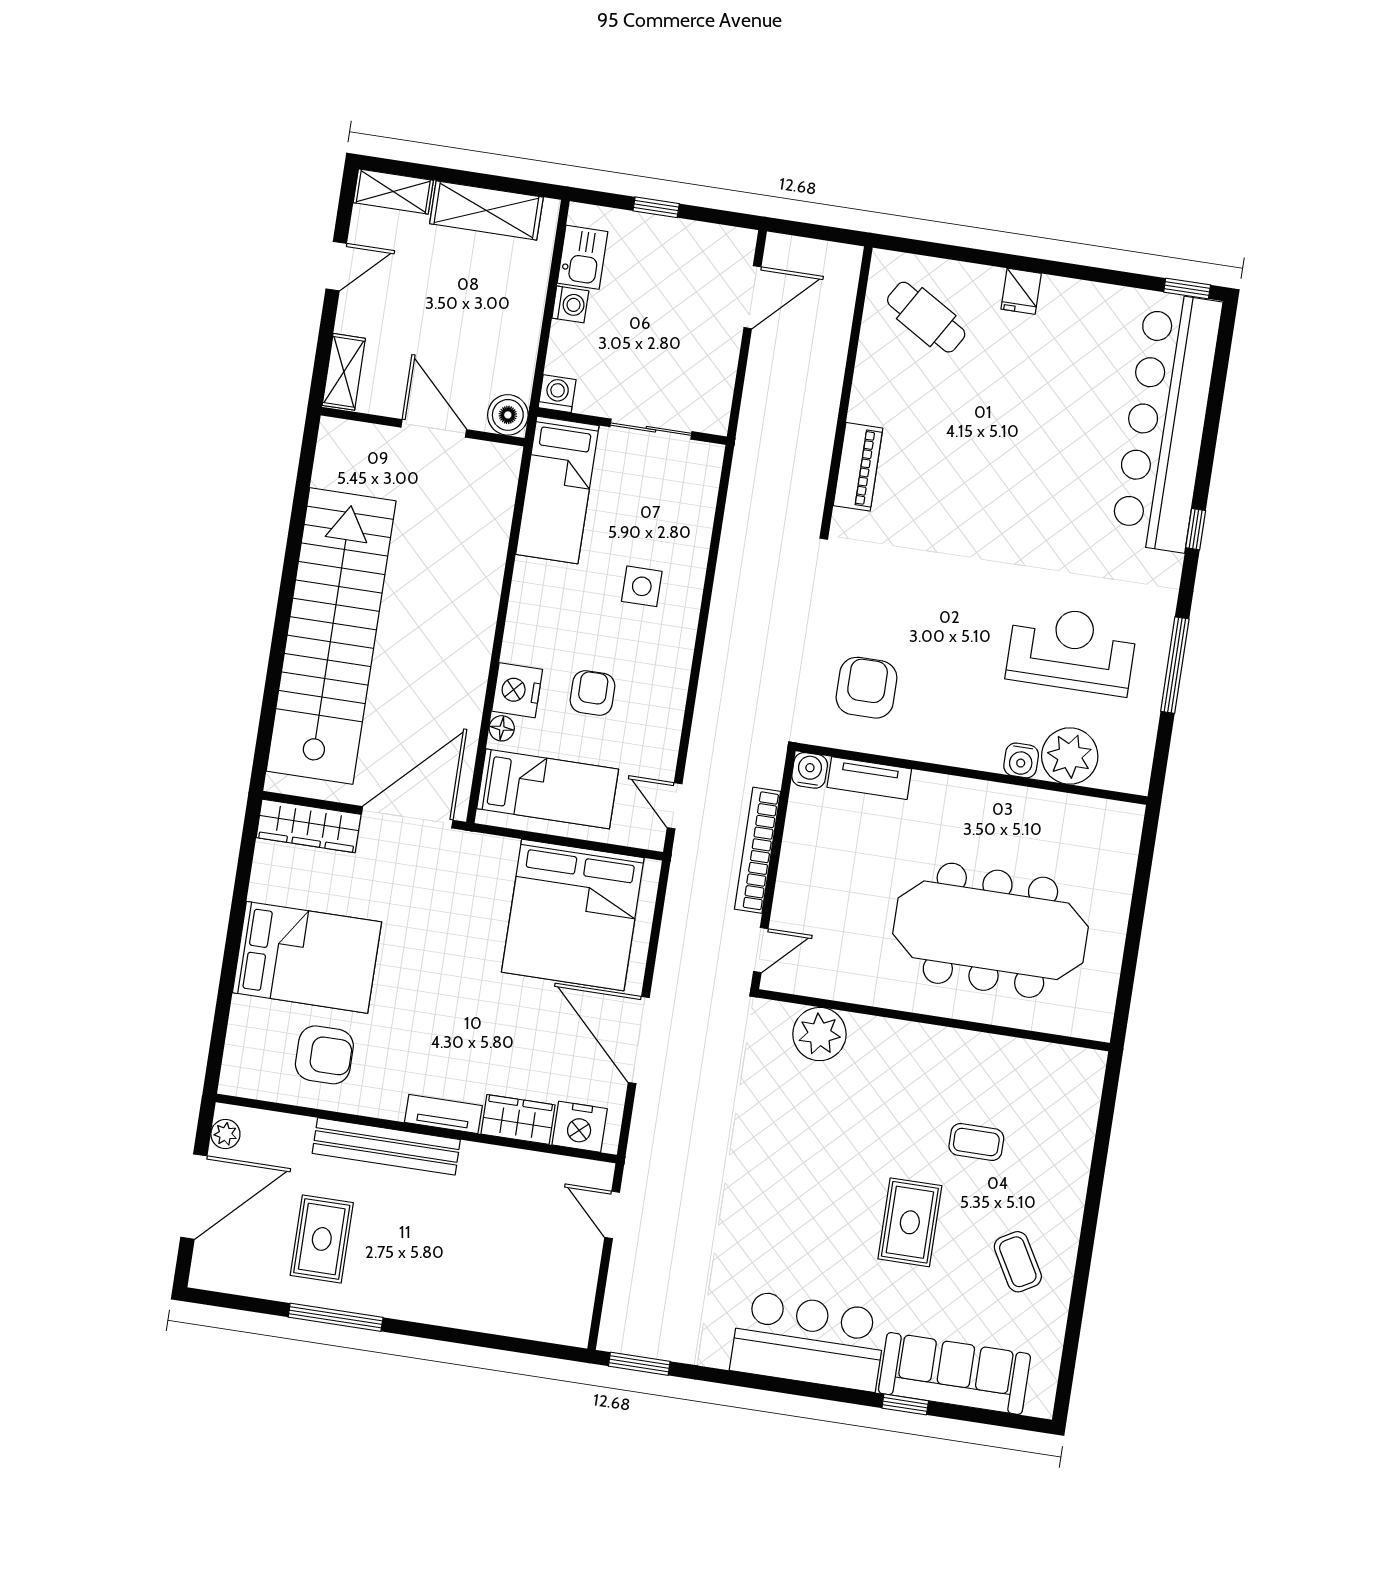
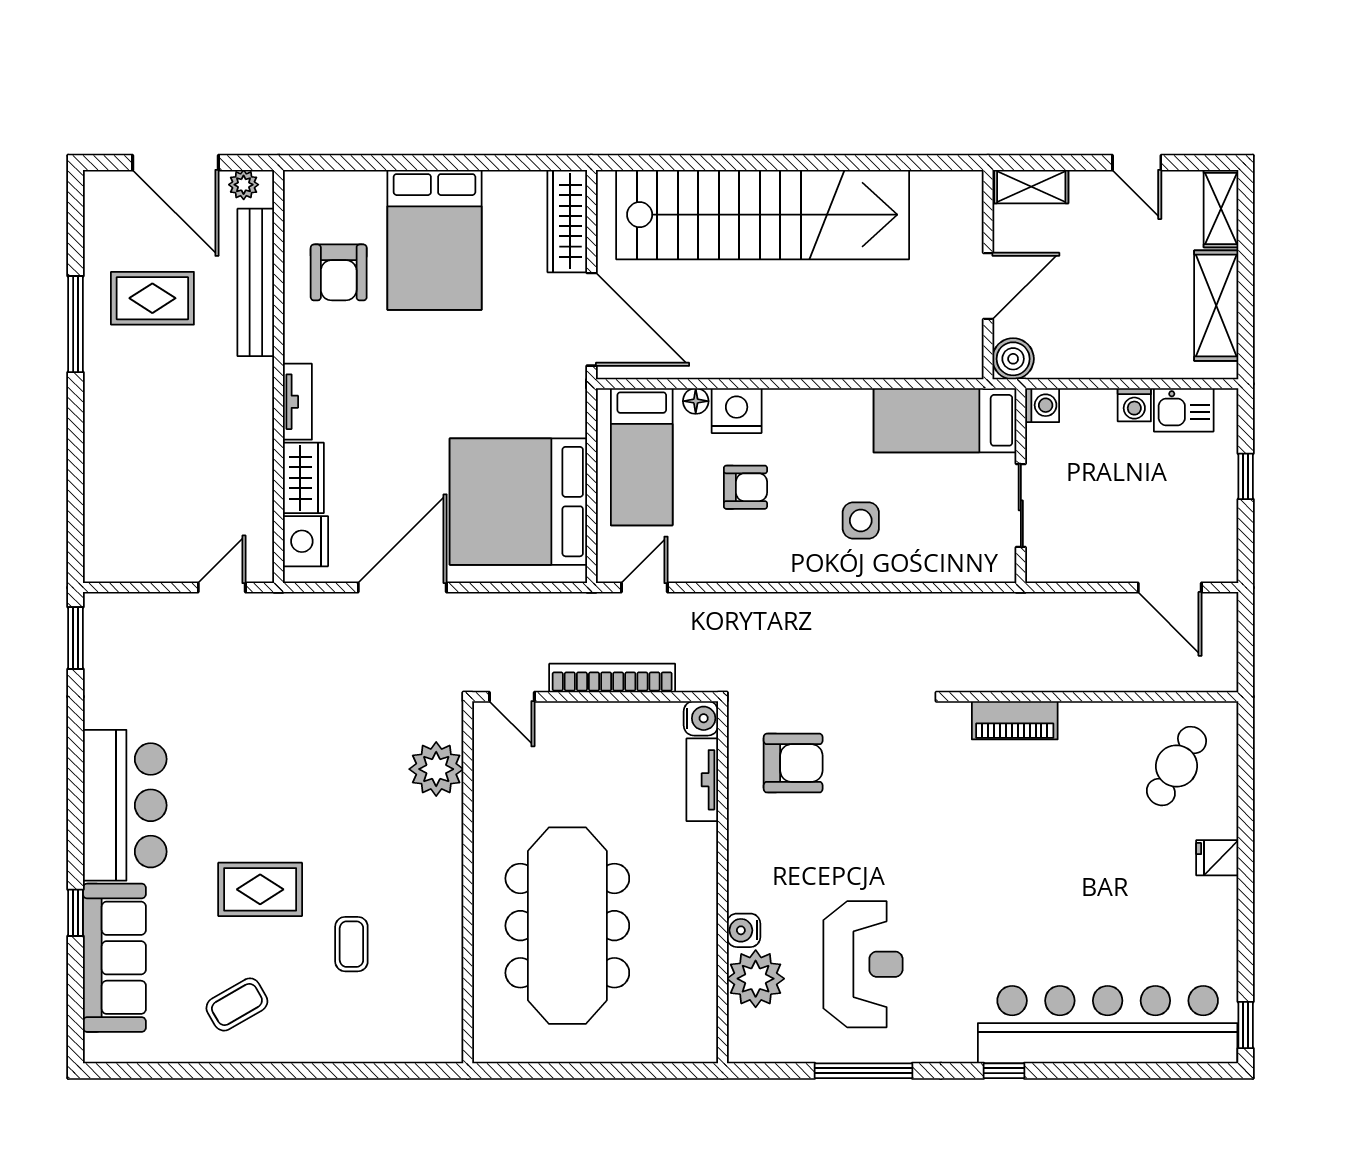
bench: (386, 1146) -> (256, 282), moved

